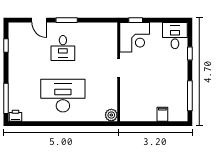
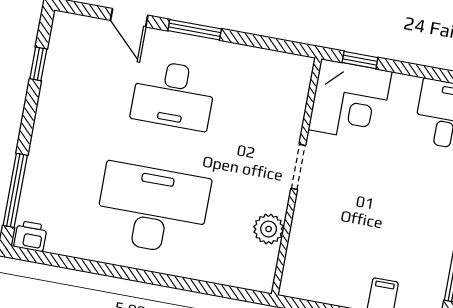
desk: (63, 48) -> (173, 95), width x1.37
plant: (111, 115) -> (269, 229), moved

